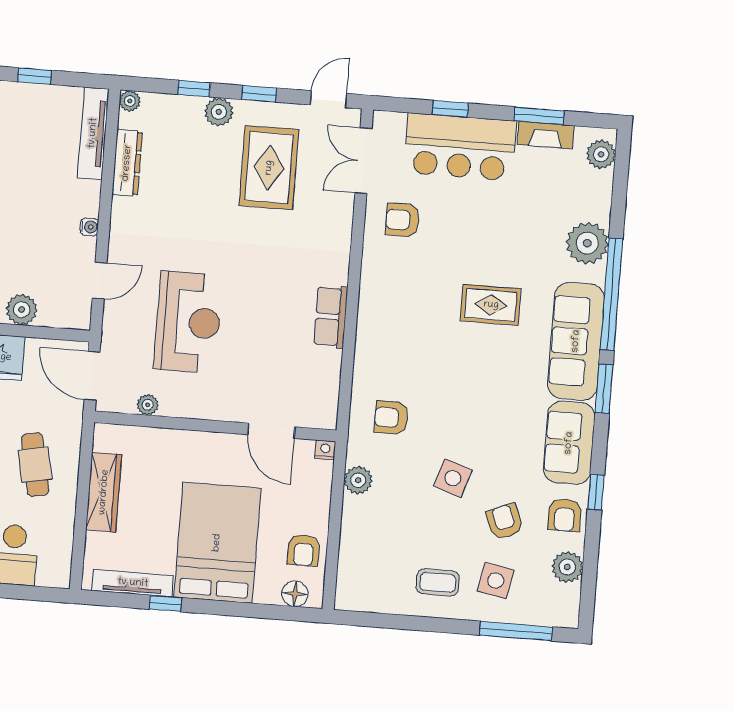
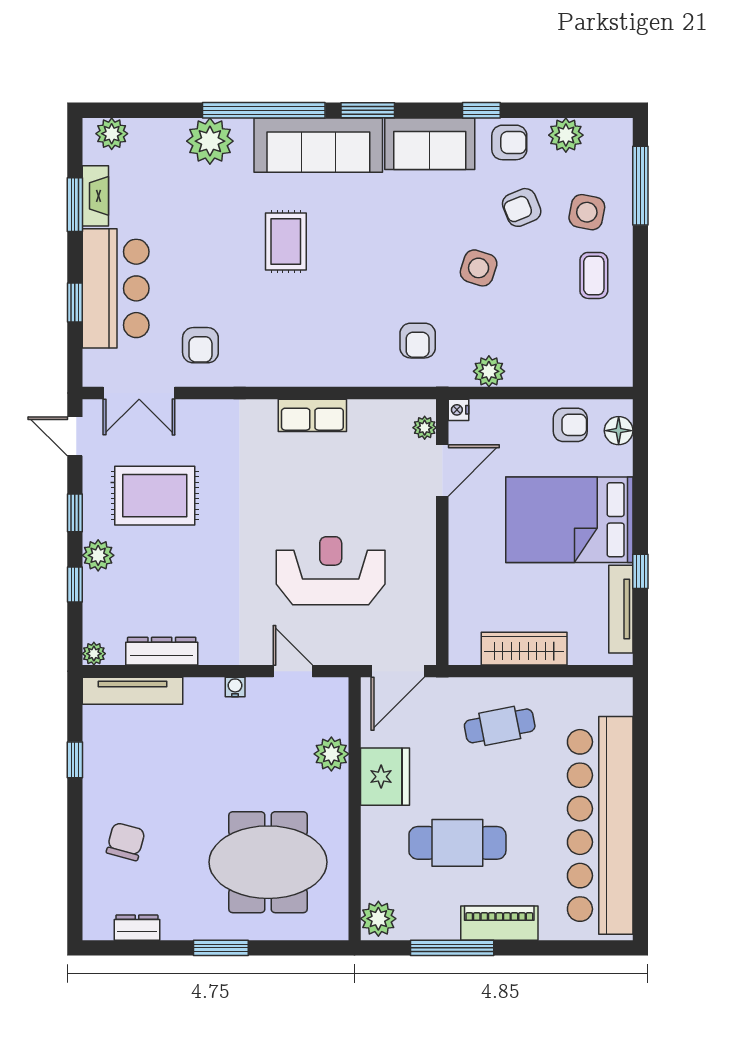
plant: (148, 405) -> (425, 428), moved

